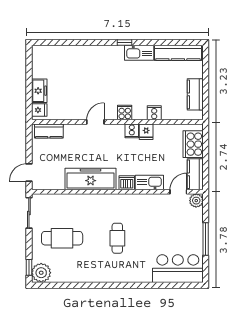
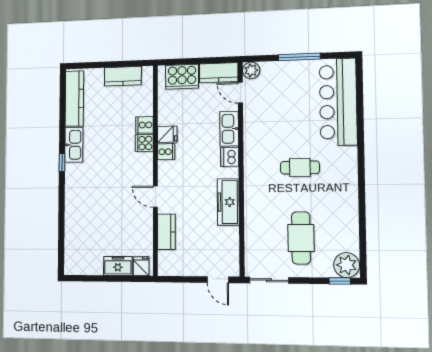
cooker: (125, 113) -> (144, 143), moved
kitchen counter: (49, 131) -> (166, 232), moved
freezer: (91, 179) -> (228, 202), width x0.73, depth x0.79
bar counter: (178, 269) -> (338, 102), width x1.36

